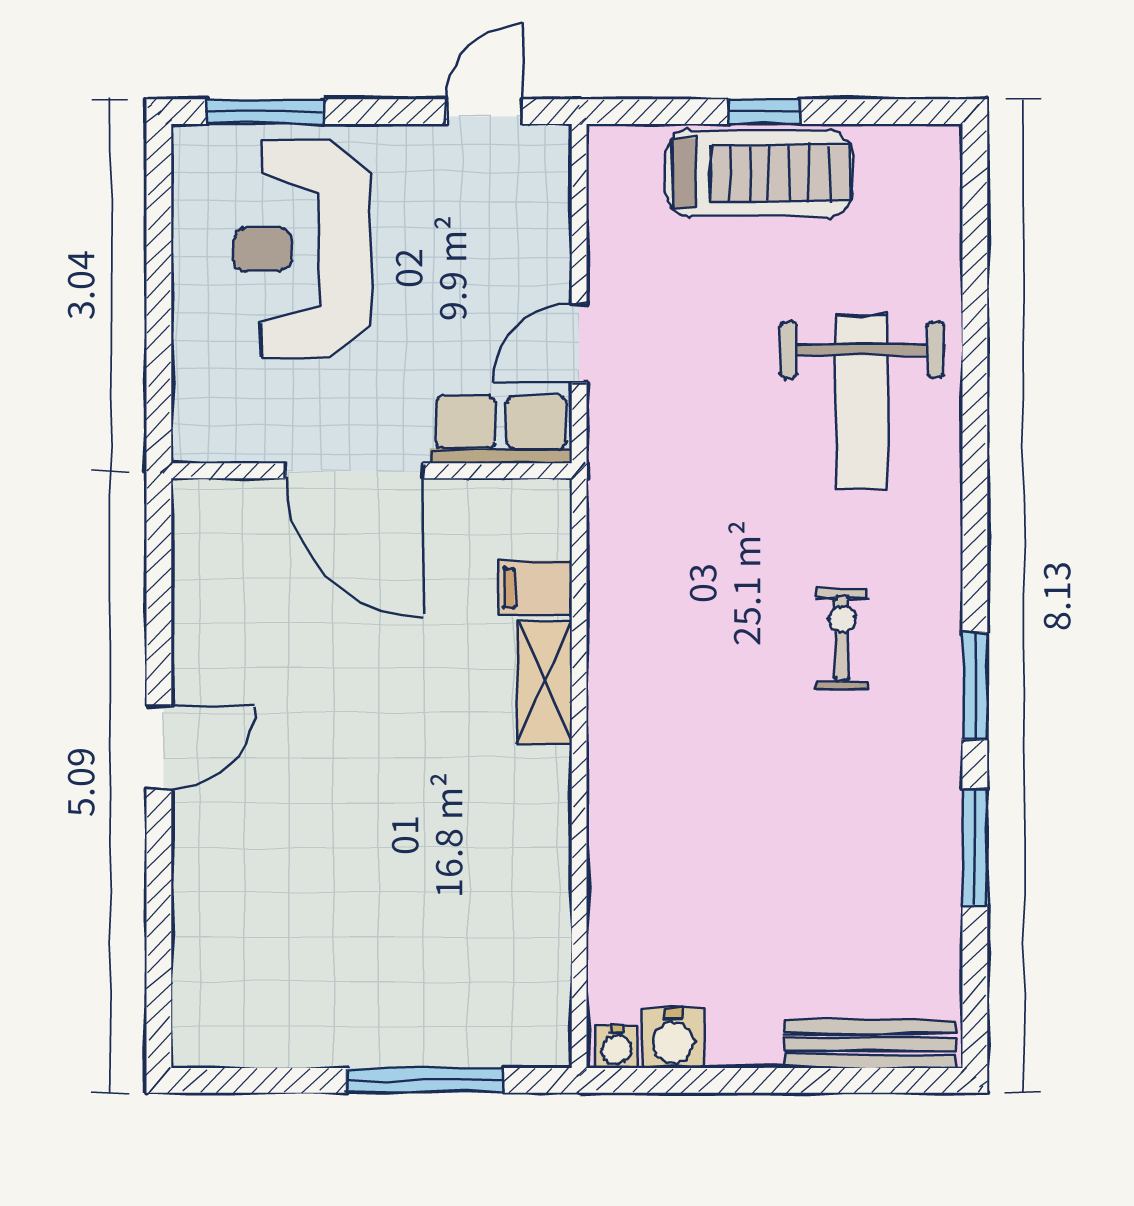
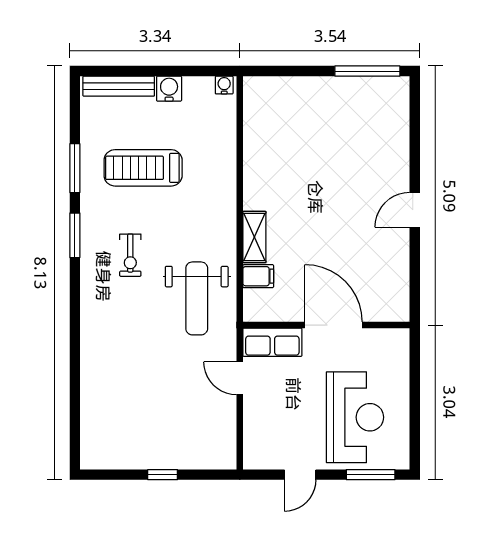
door: (485, 112) -> (300, 475), moved
treadmill: (759, 173) -> (143, 168), moved
door: (579, 343) -> (240, 378), swing flipped
weight bench: (862, 402) -> (197, 298), moved, turned 180
water cooler: (673, 1038) -> (169, 89), moved
window: (425, 1080) -> (367, 71), moved

